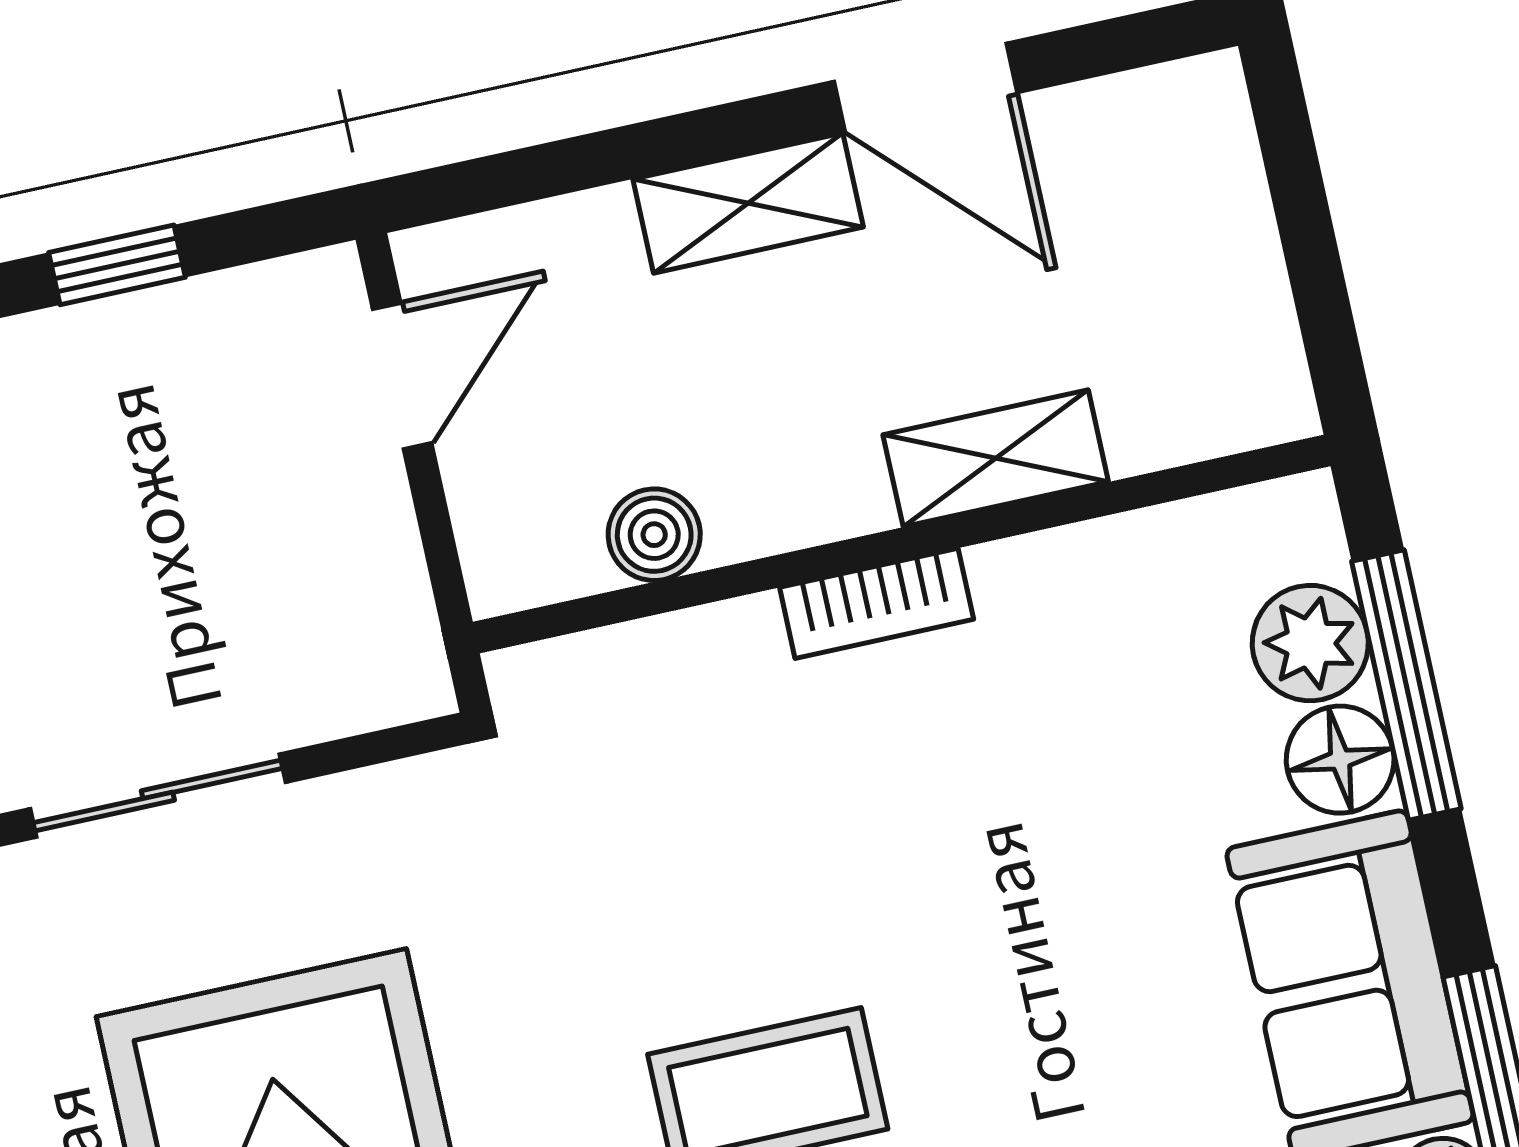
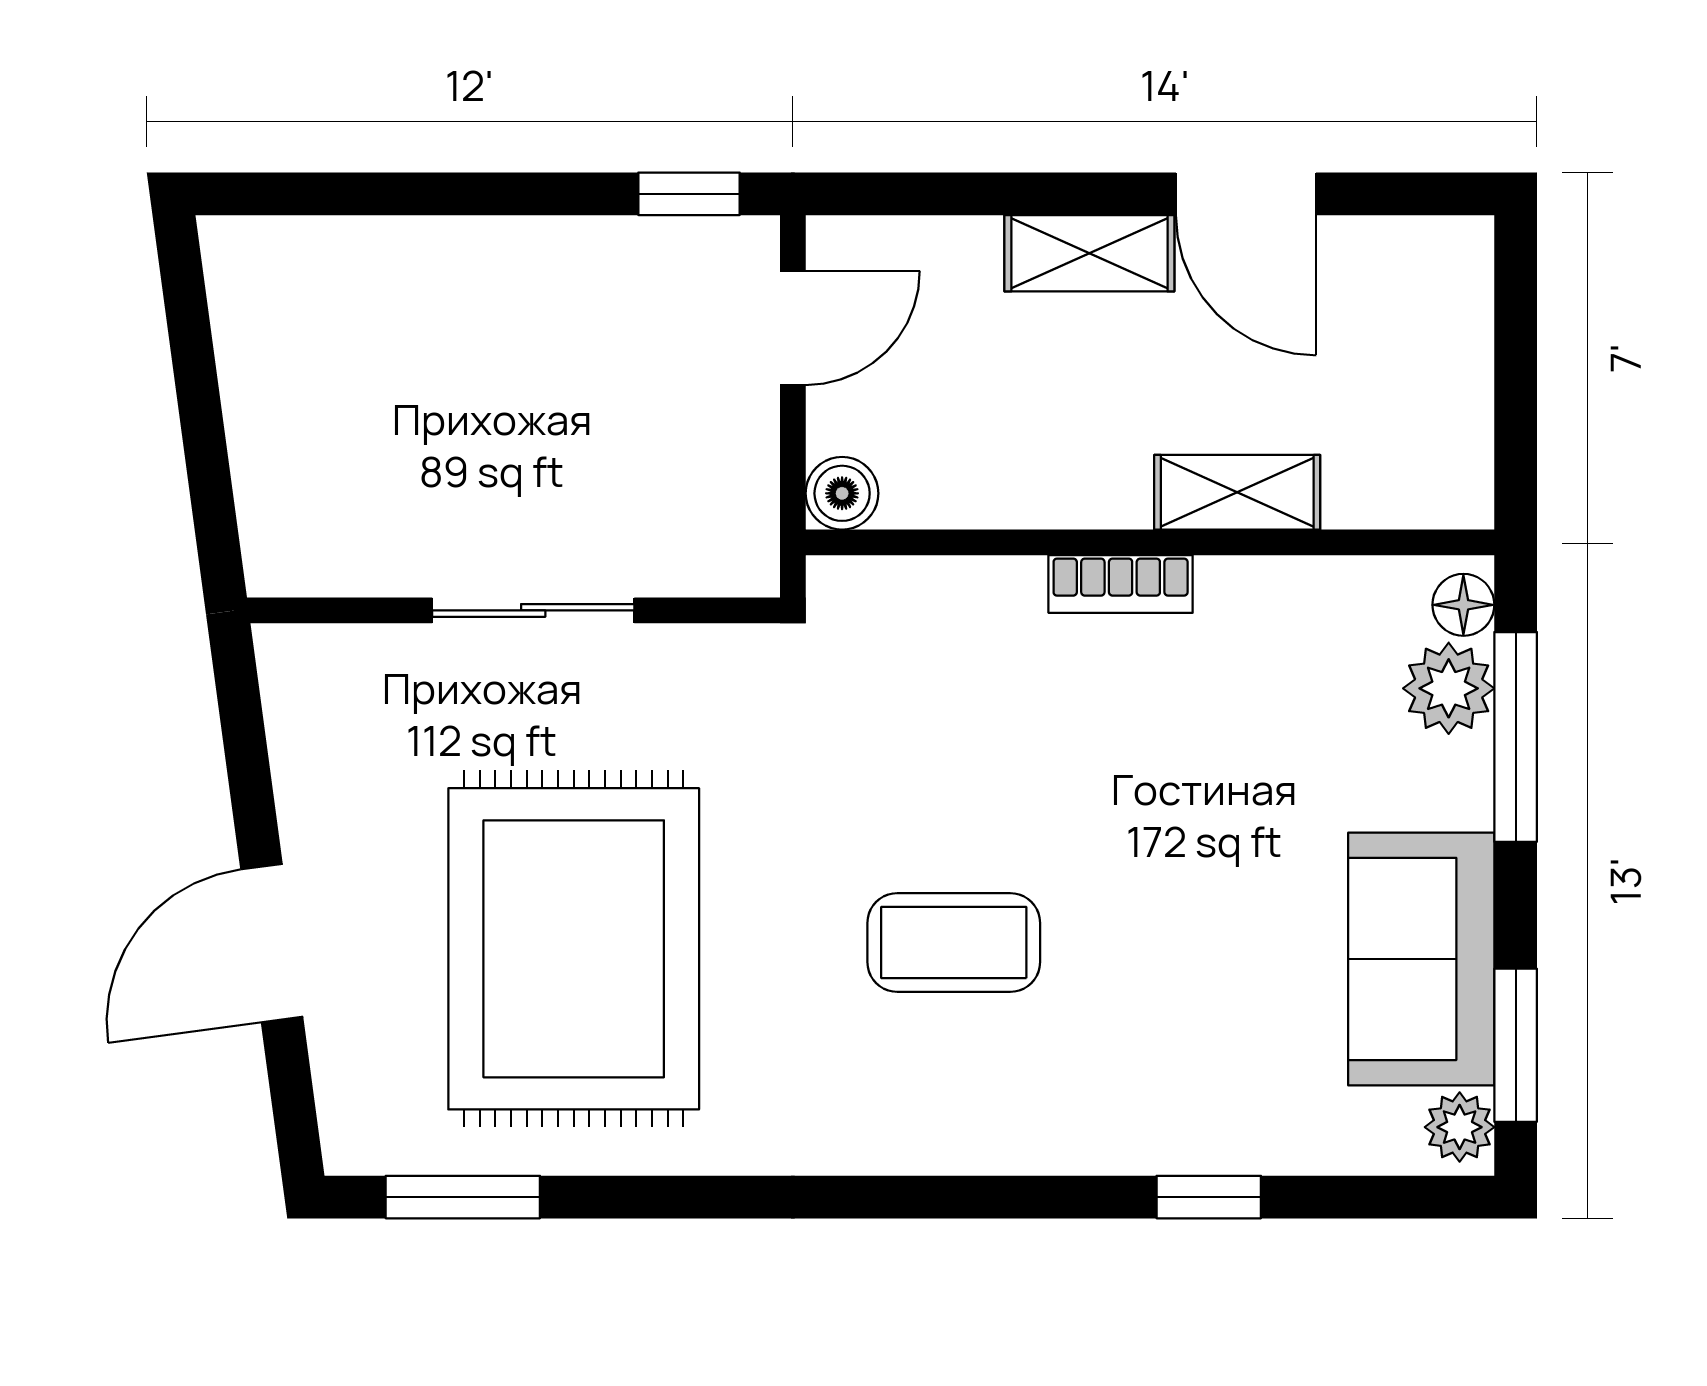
window: (117, 265) -> (689, 194), moved
boiler: (654, 535) -> (842, 493), moved
floor lamp: (1340, 760) -> (1463, 605), moved, width x0.73, depth x0.73

